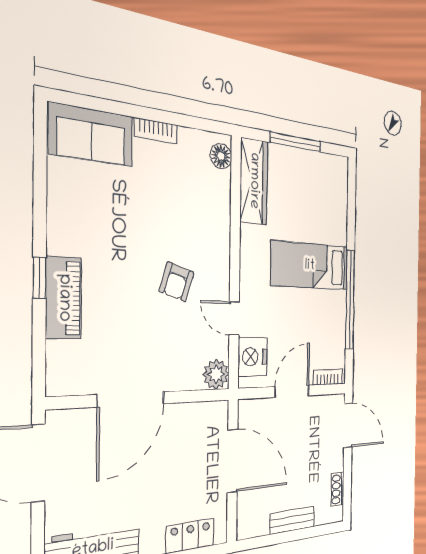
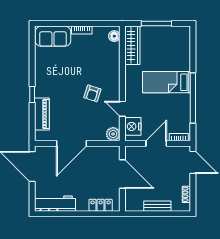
piano: (64, 298) -> (42, 114), moved

